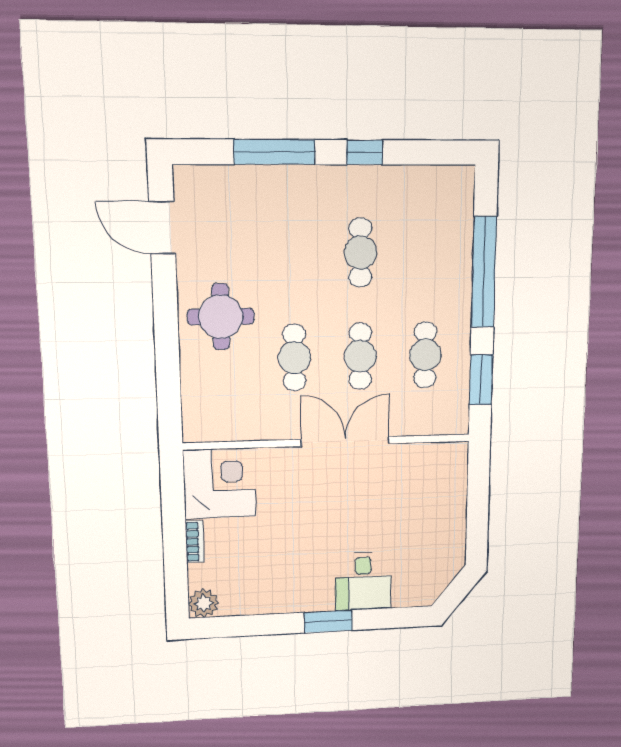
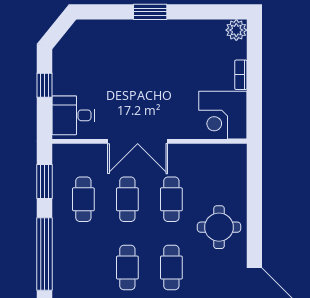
cafe table: (293, 253) -> (171, 268), added
window: (478, 515) -> (44, 85), added
desk: (363, 581) -> (73, 115), moved, turned -90

